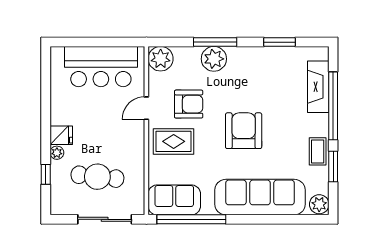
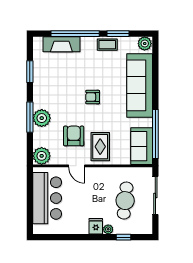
armchair: (244, 131) -> (93, 97), width x0.53, depth x0.53

